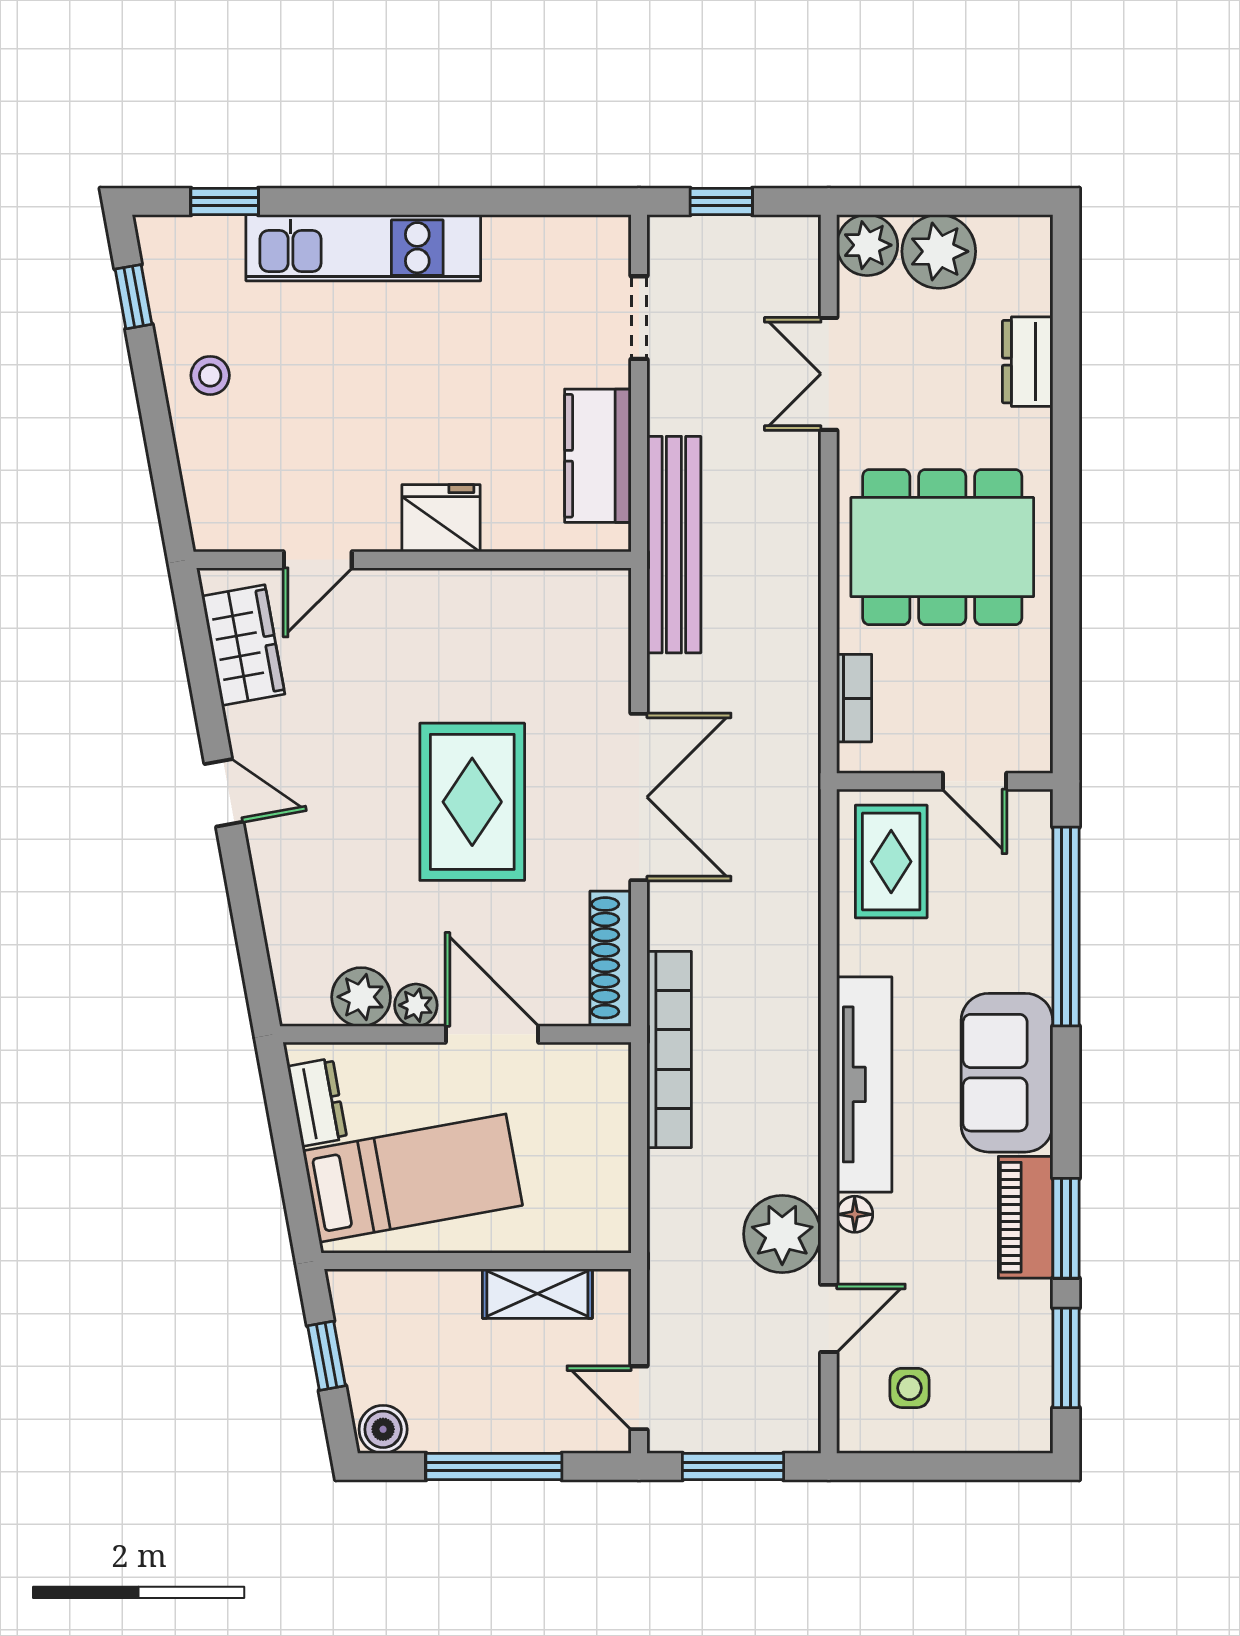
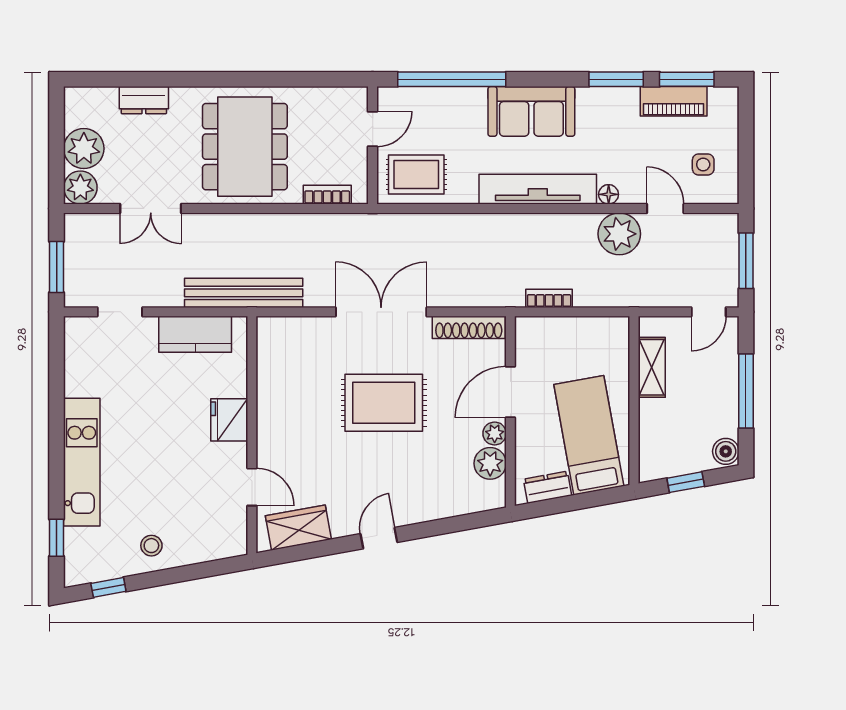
window: (721, 201) -> (57, 267), width x1.50
bookcase: (669, 1050) -> (549, 298), width x0.43, depth x0.76
piano: (1026, 1217) -> (674, 101), moved

